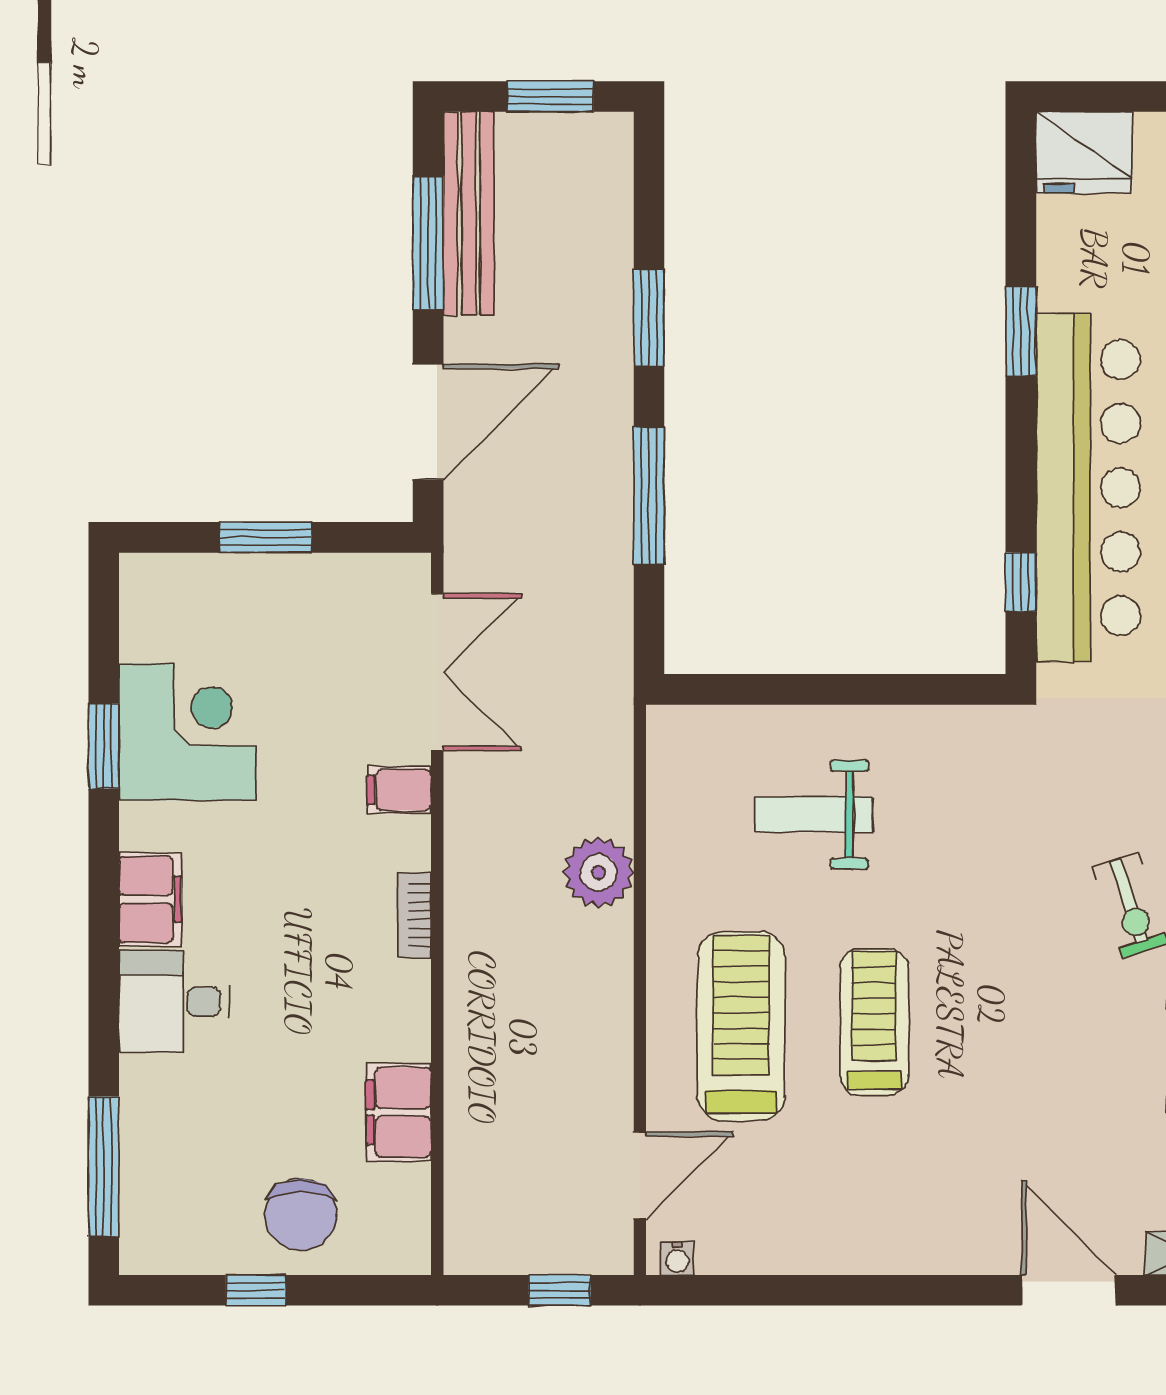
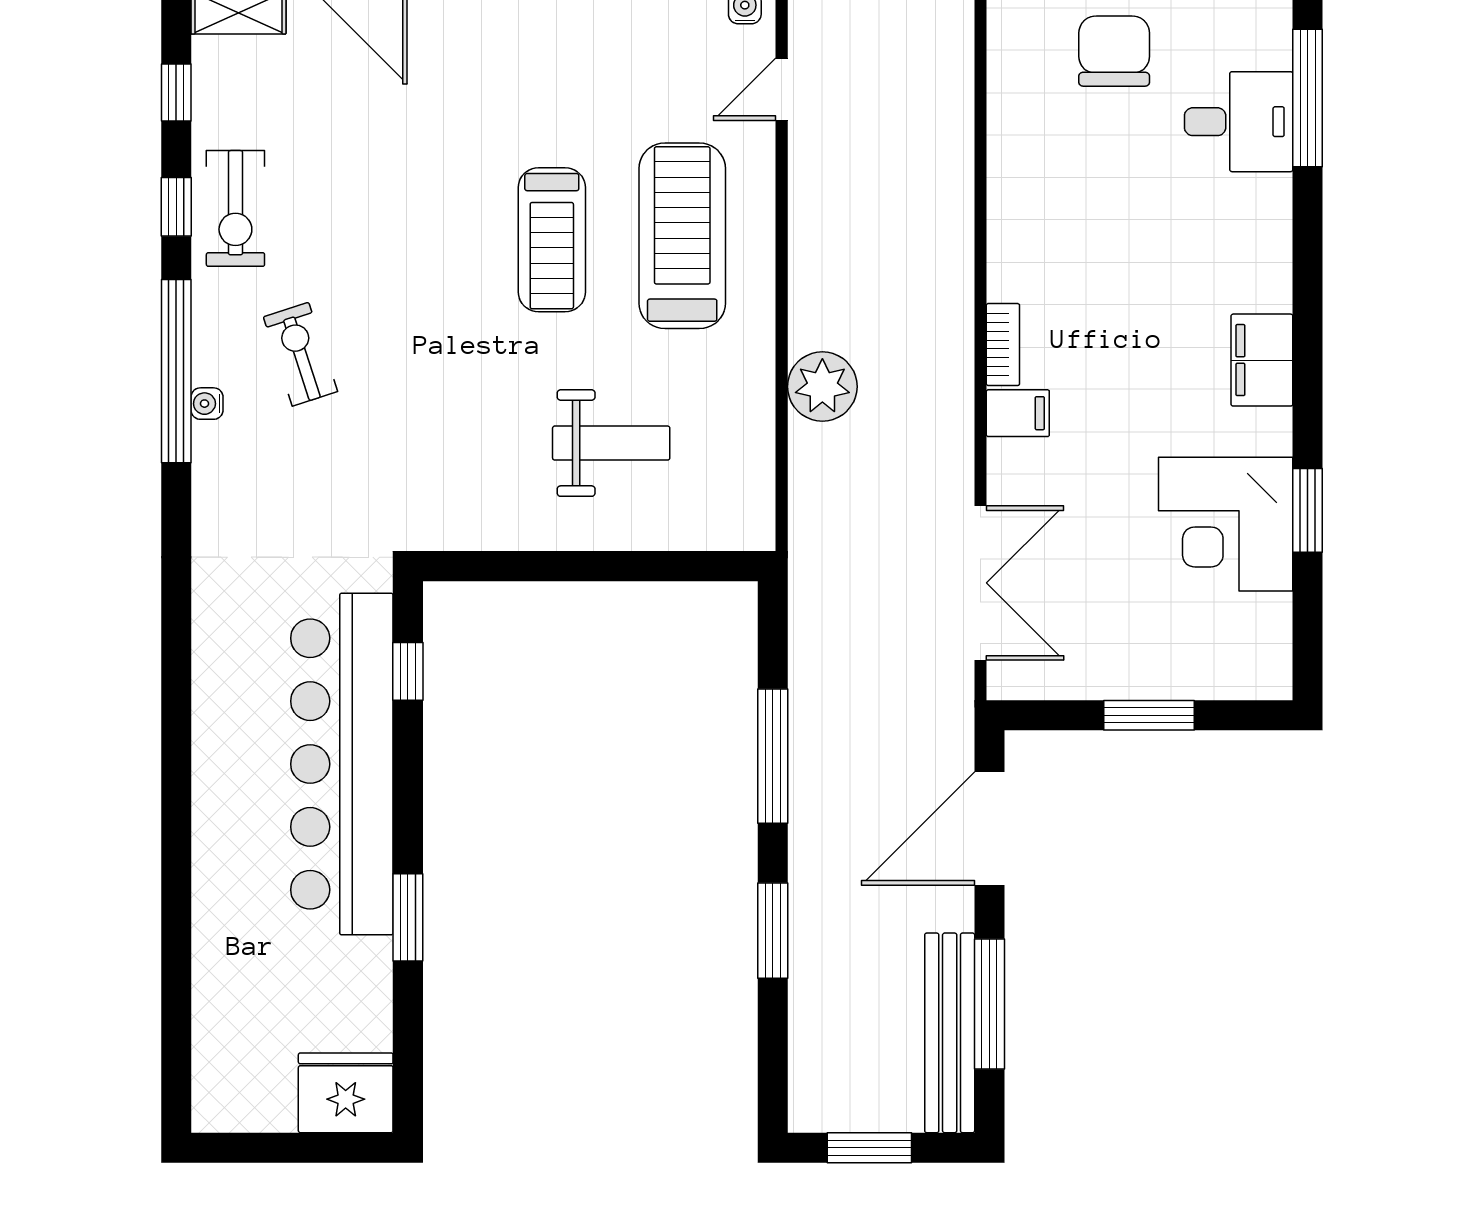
double door: (437, 672) -> (980, 583), swing flipped
filing cabinet: (399, 790) -> (1018, 413), moved
desk: (174, 1001) -> (1239, 122), moved
treadmill: (741, 1026) -> (682, 236), turned 180
filing cabinet: (399, 1112) -> (1018, 151), removed
door: (640, 1175) -> (782, 89), width x0.73

